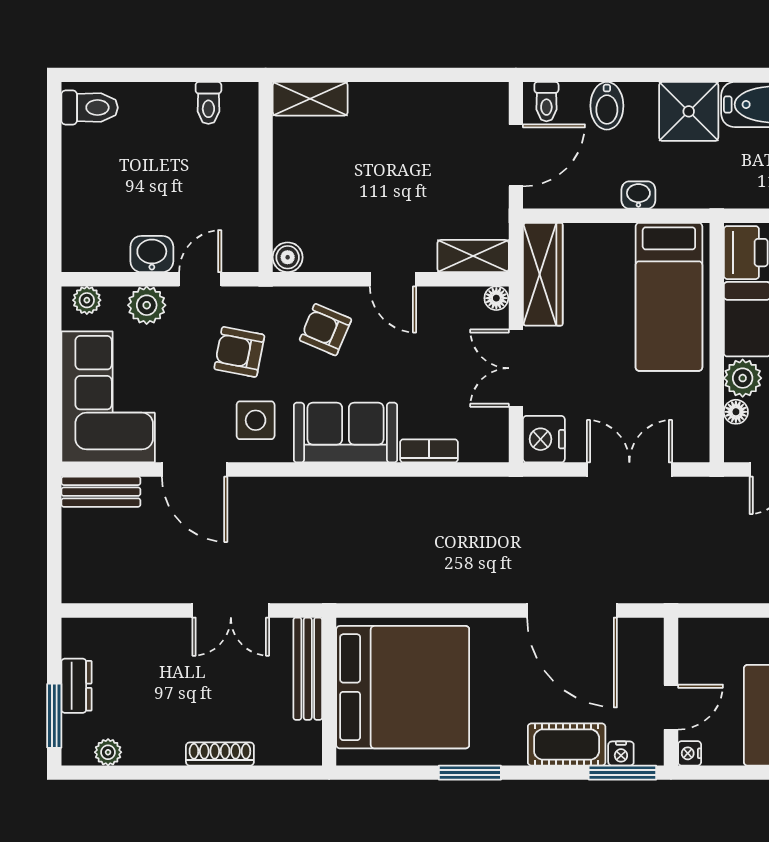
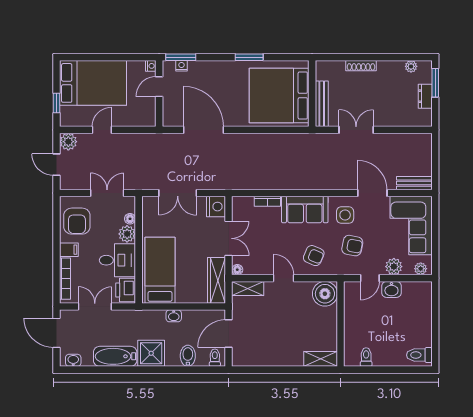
boiler: (288, 257) -> (325, 294), width x1.86, depth x1.86
cot: (567, 744) -> (206, 70), removed

